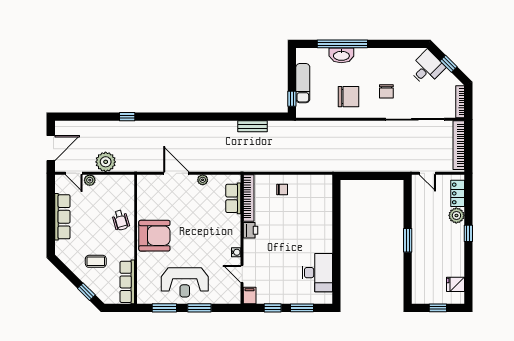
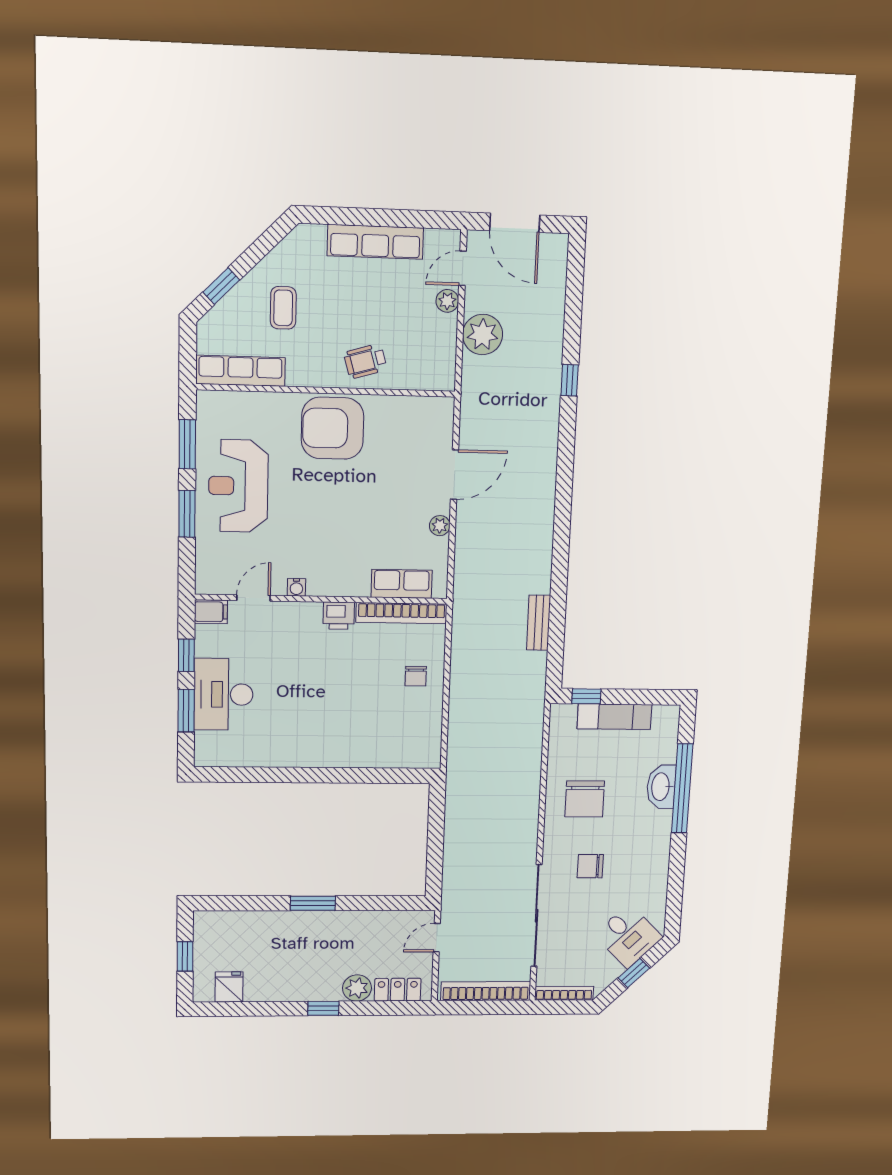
armchair: (154, 236) -> (333, 428), turned 90
desk: (317, 273) -> (223, 694), moved, turned 90

